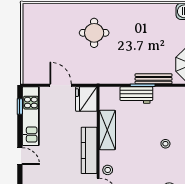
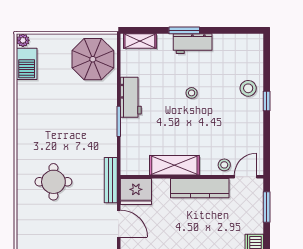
bench: (154, 79) -> (111, 180), moved
door: (61, 85) -> (119, 224), swing flipped
workbench: (136, 95) -> (131, 97), moved

